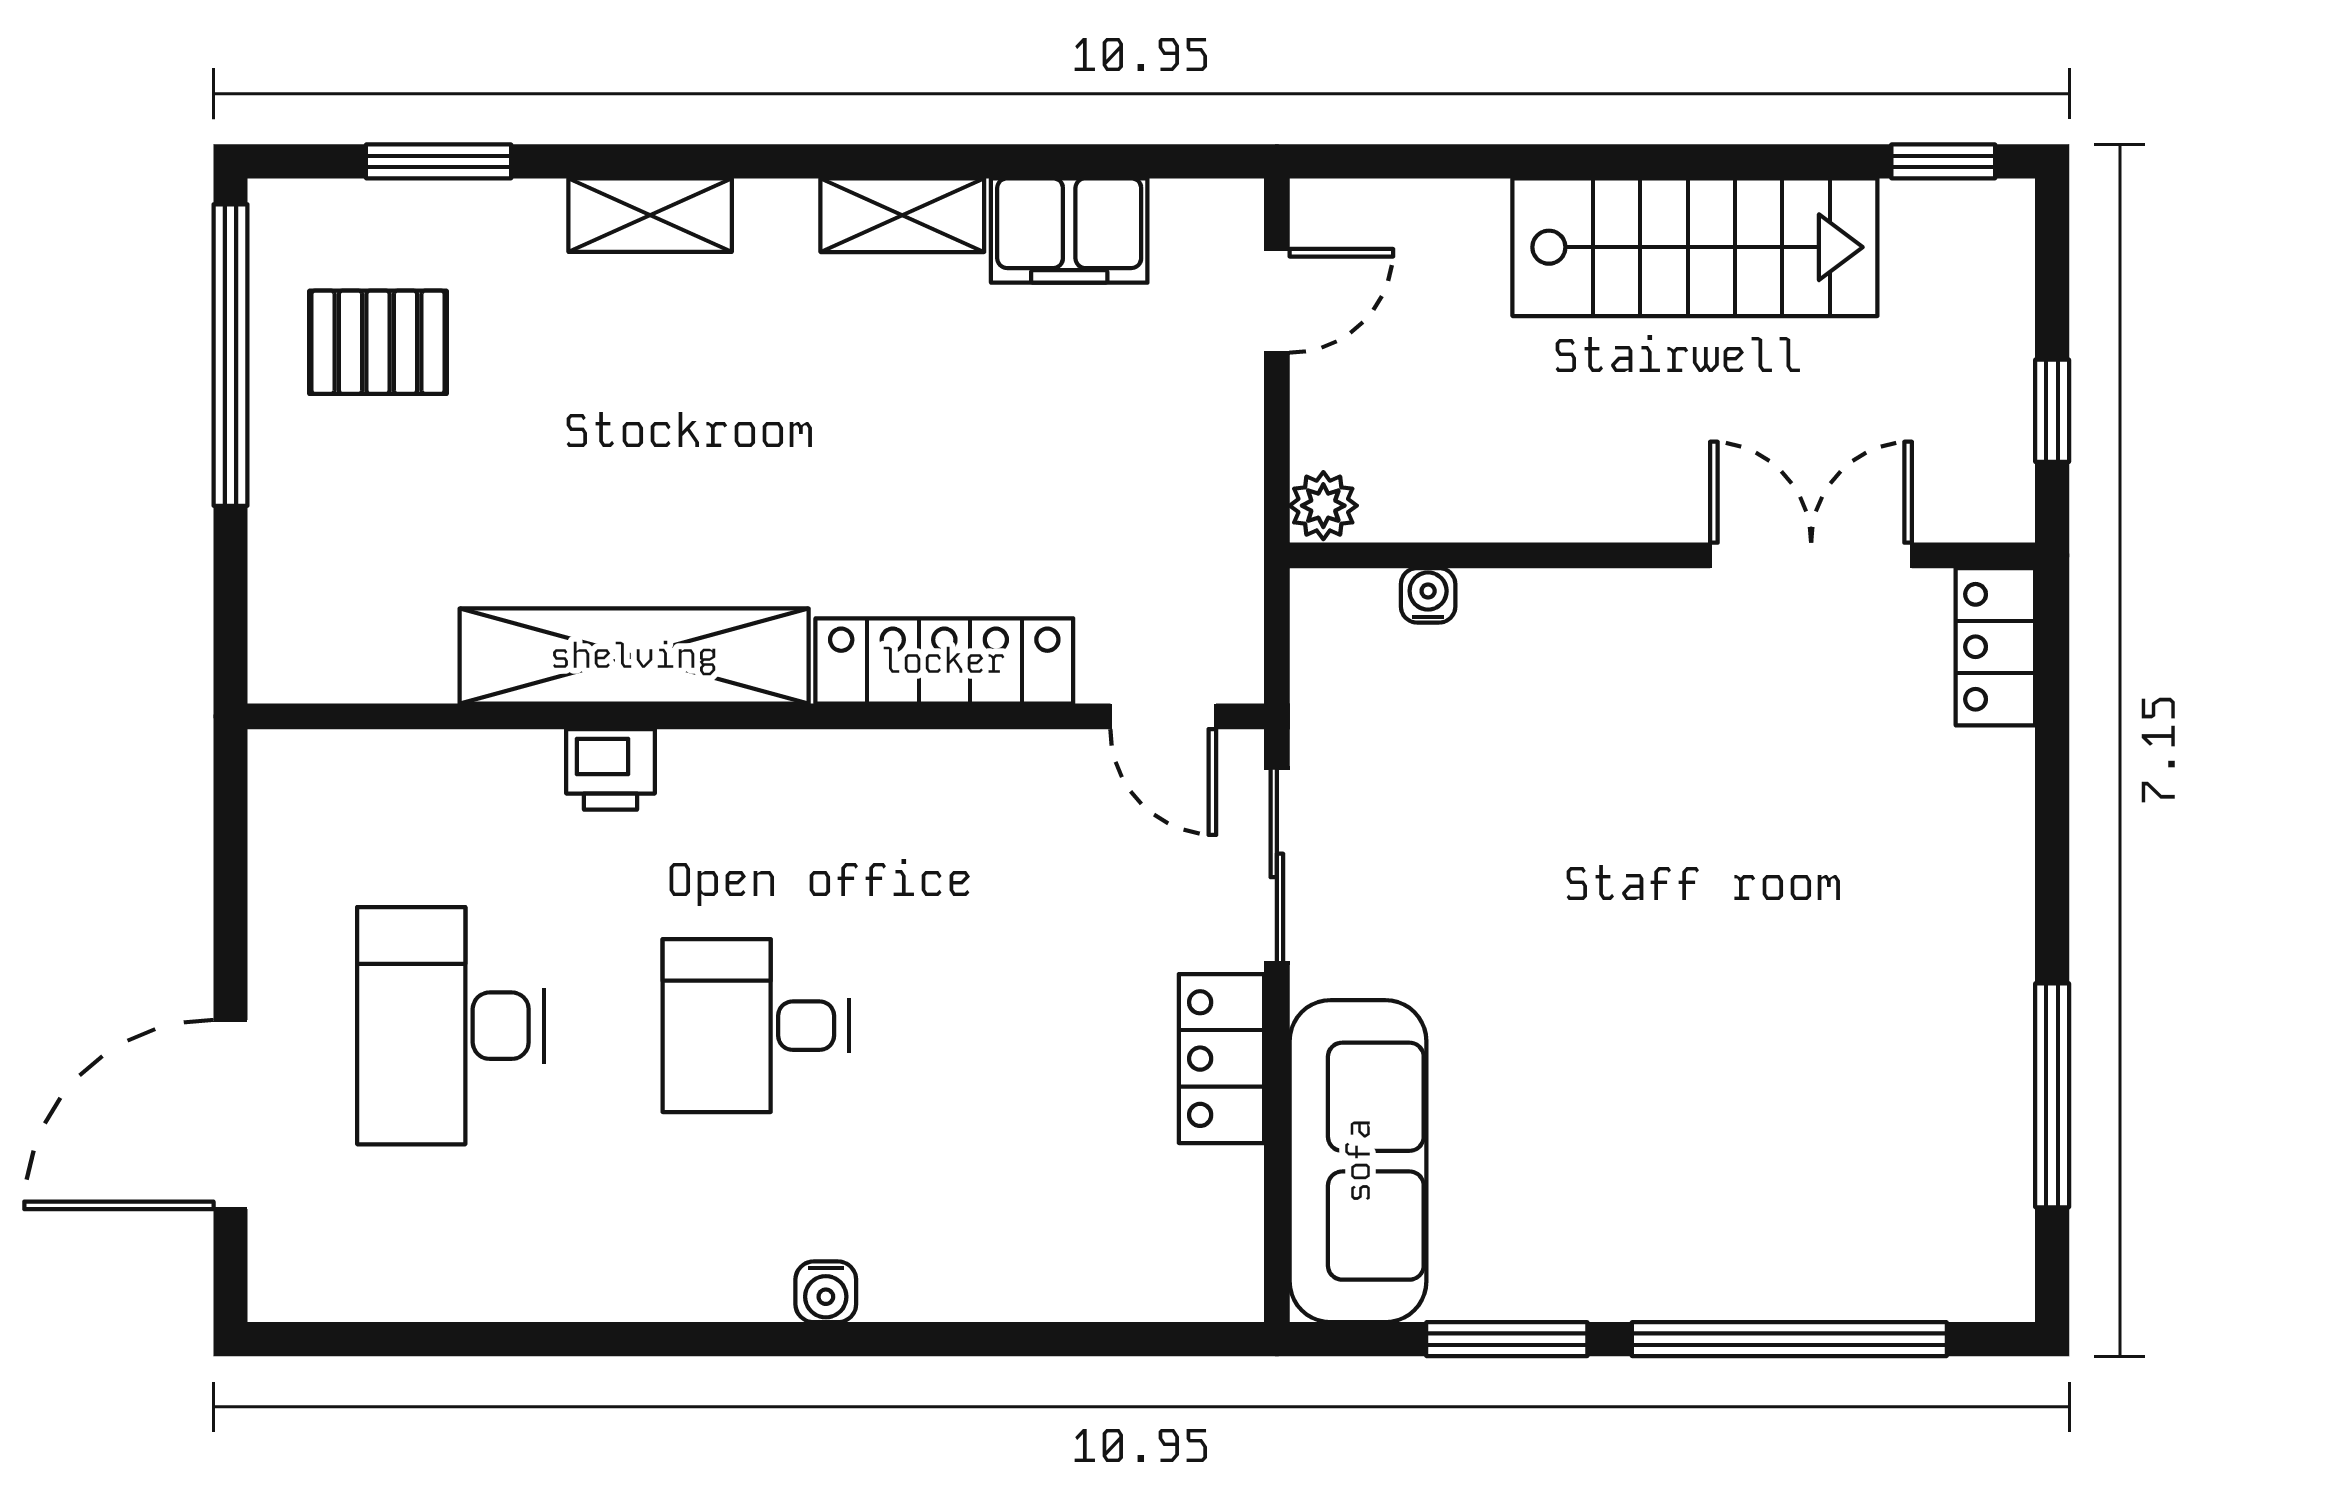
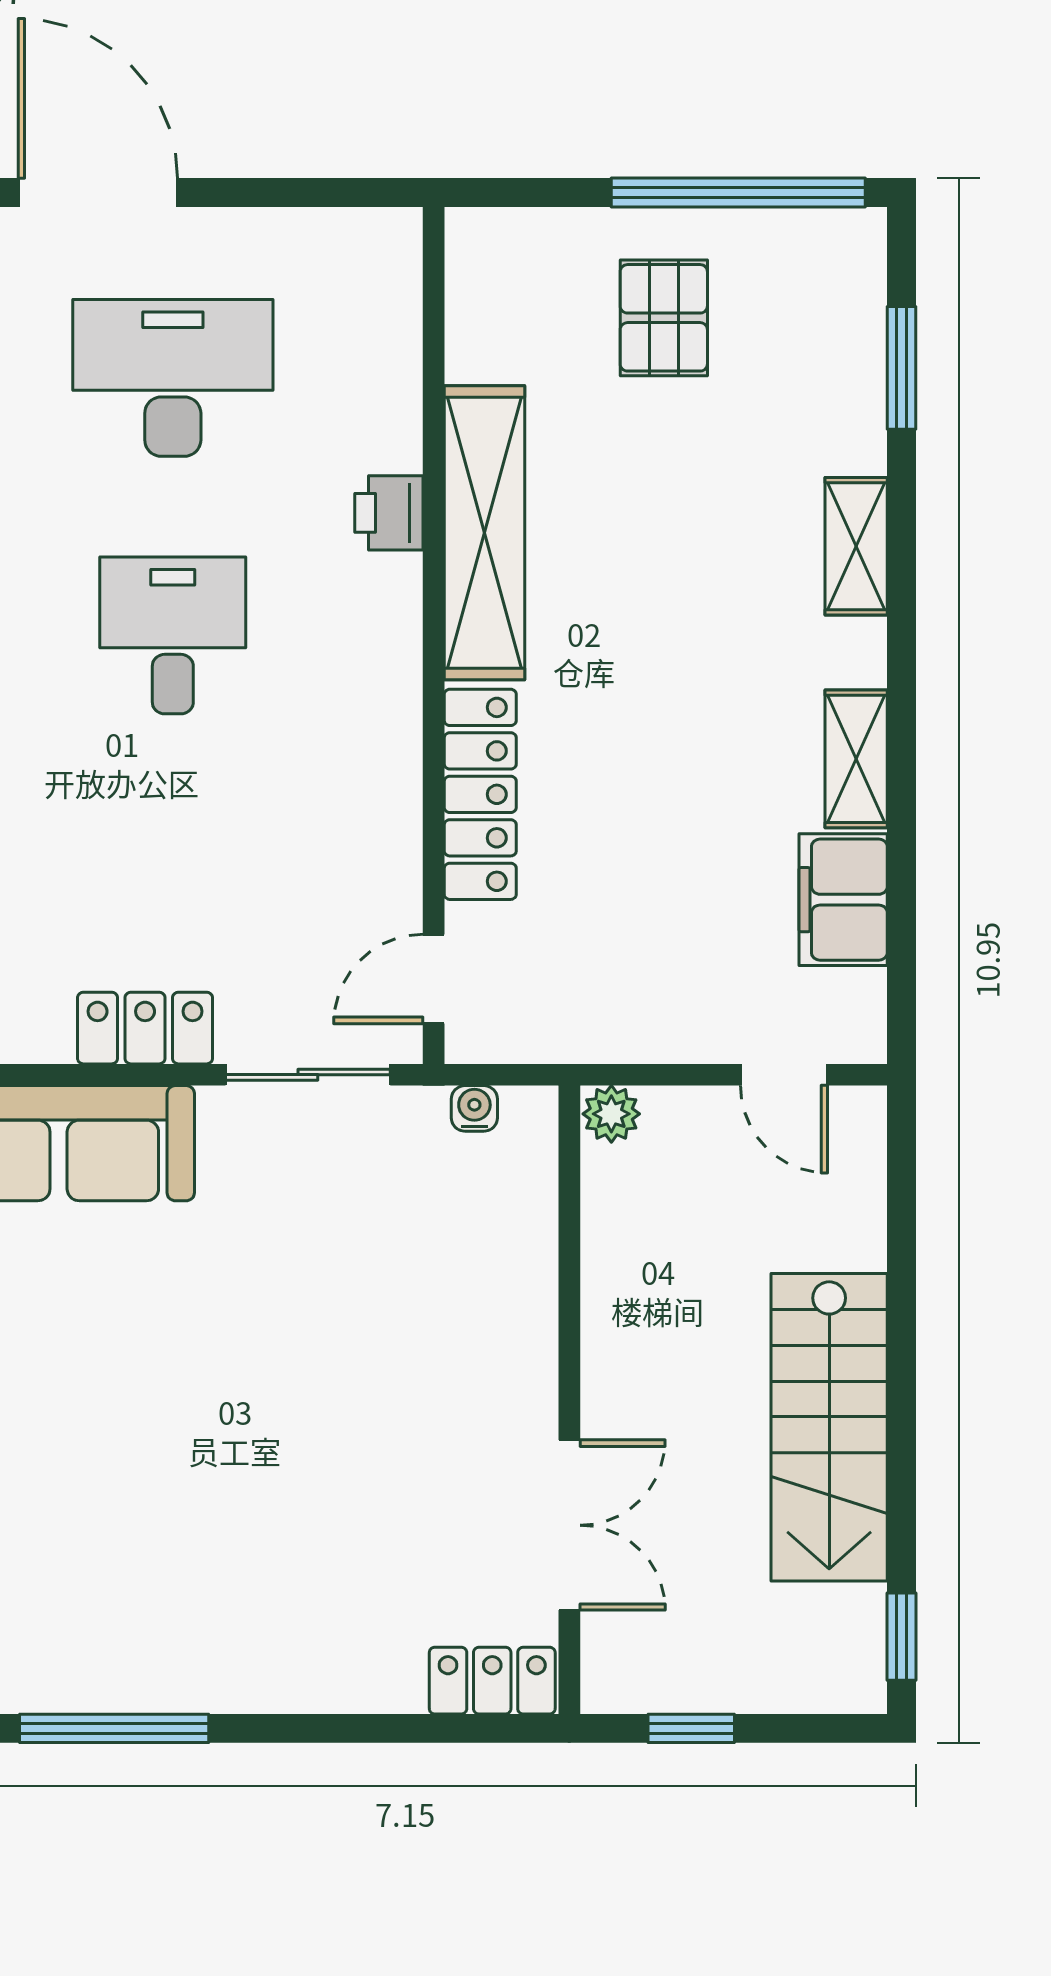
pallet: (378, 342) -> (664, 318), moved
water cooler: (1428, 595) -> (474, 1108), moved, turned -90

